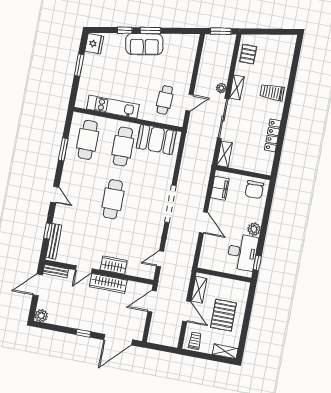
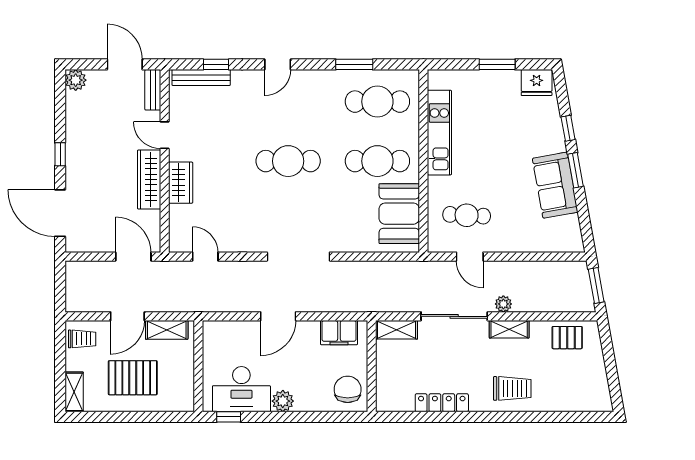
sofa: (144, 44) -> (555, 185), moved
trolley: (272, 92) -> (512, 388), turned 90
chair: (254, 190) -> (348, 389), turned 90

